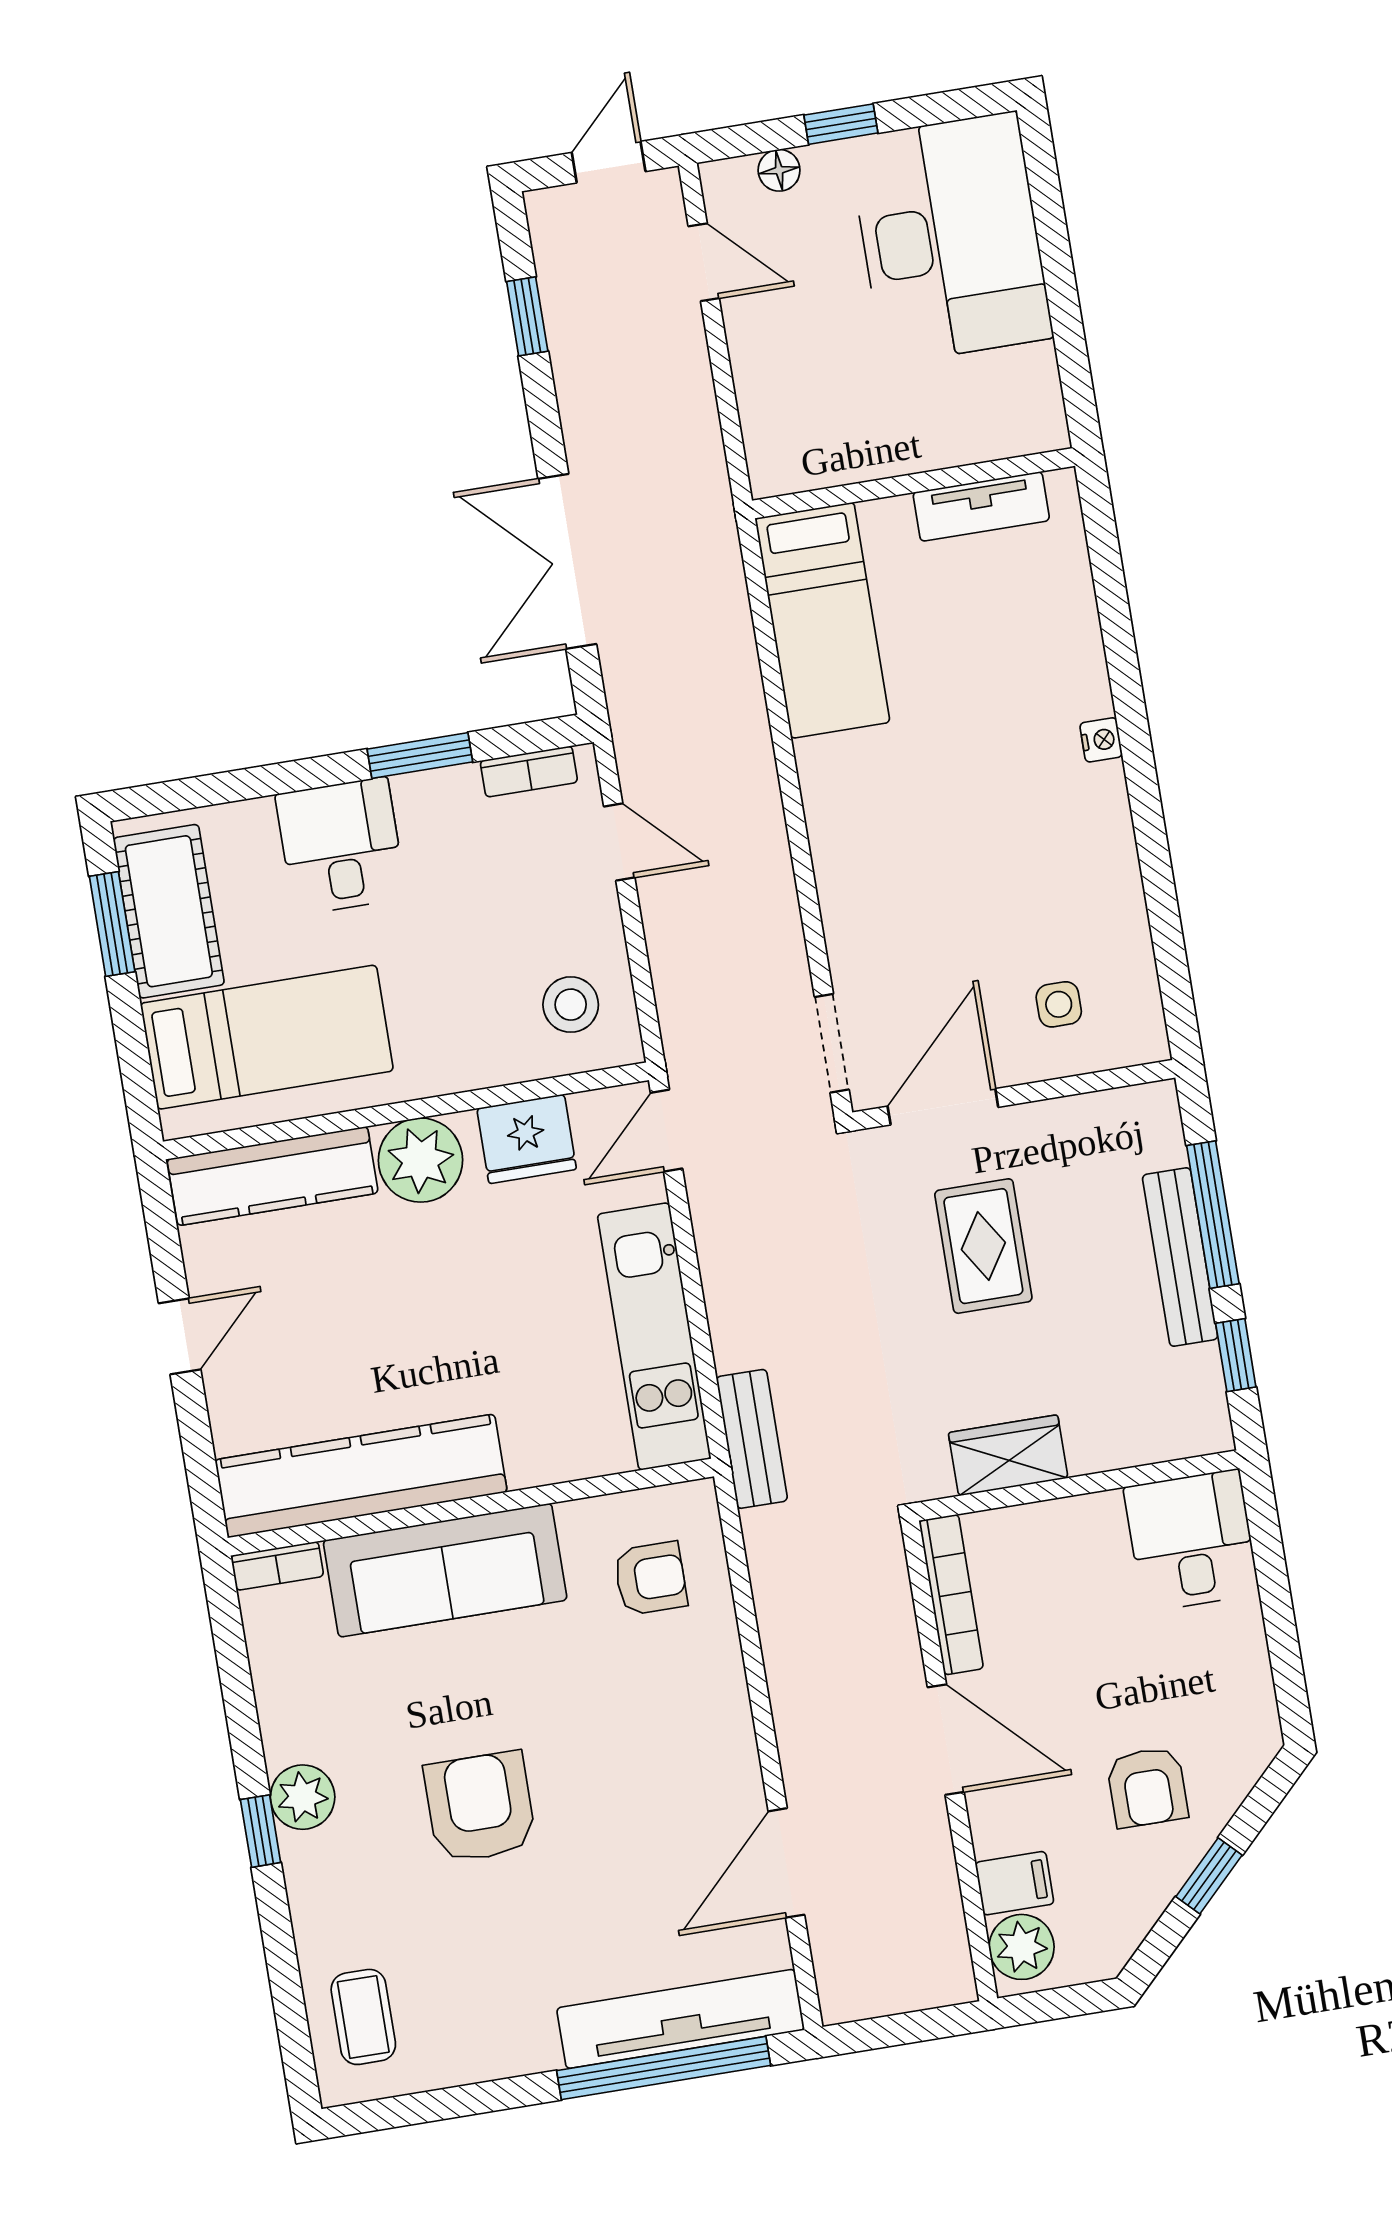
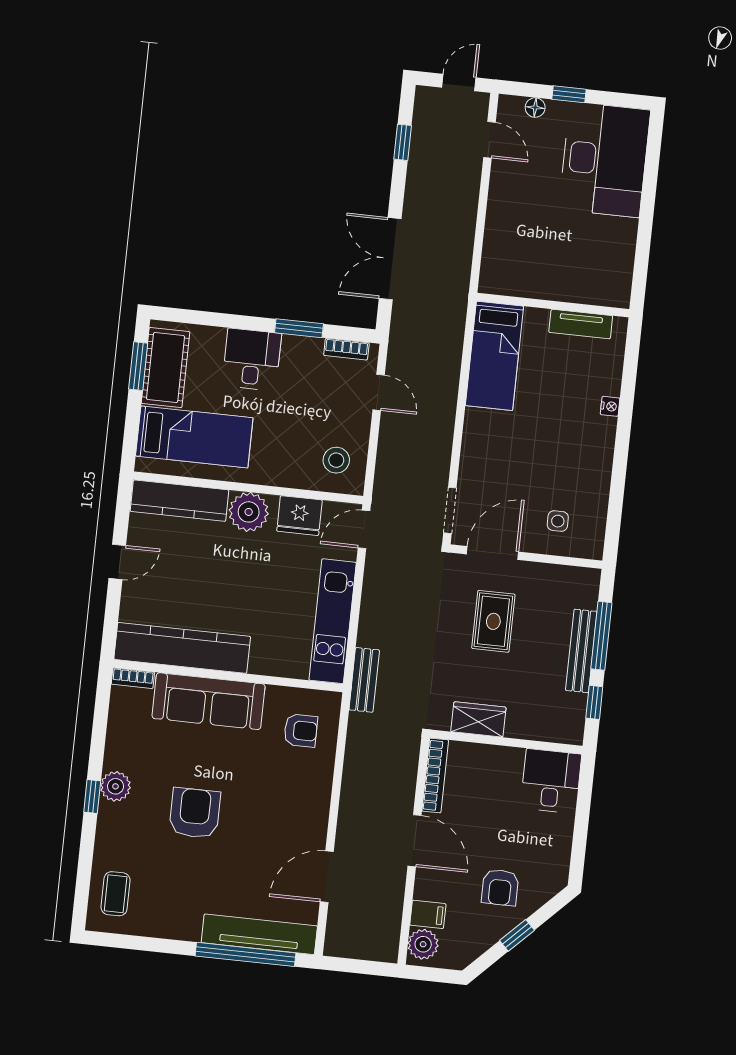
wall: (914, 483) -> (553, 305), moved
tv unit: (981, 506) -> (581, 324), moved
bed: (822, 620) -> (494, 356), moved

